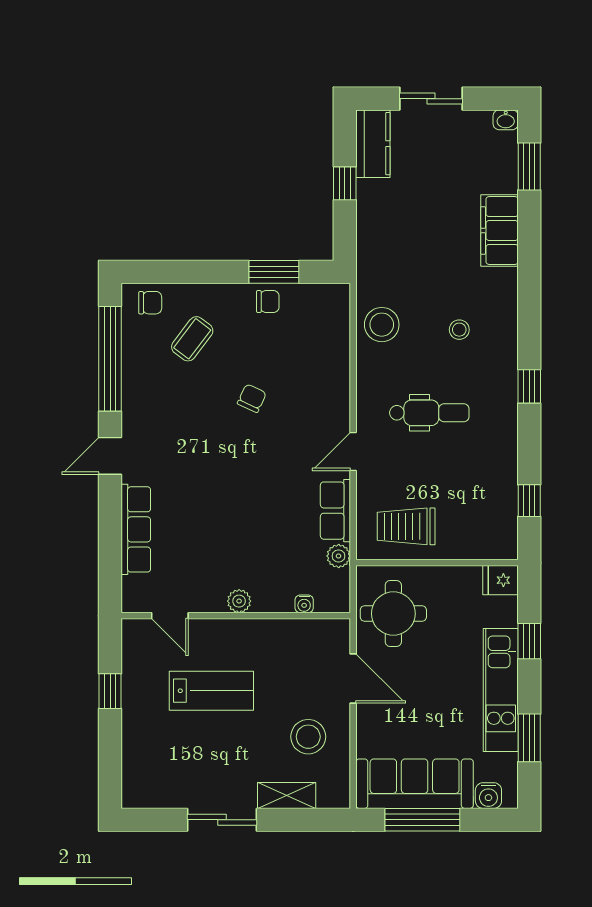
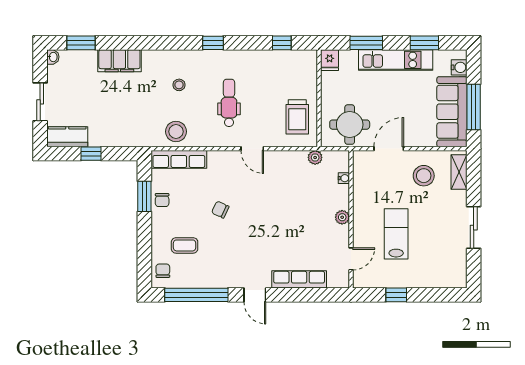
chair: (268, 301) -> (162, 200), turned 180
coffee table: (192, 339) -> (185, 245), turned -37
row of seats: (335, 511) -> (179, 159), moved, width x1.48
window: (529, 641) -> (366, 43), width x1.50
shelving: (287, 796) -> (459, 172), moved

